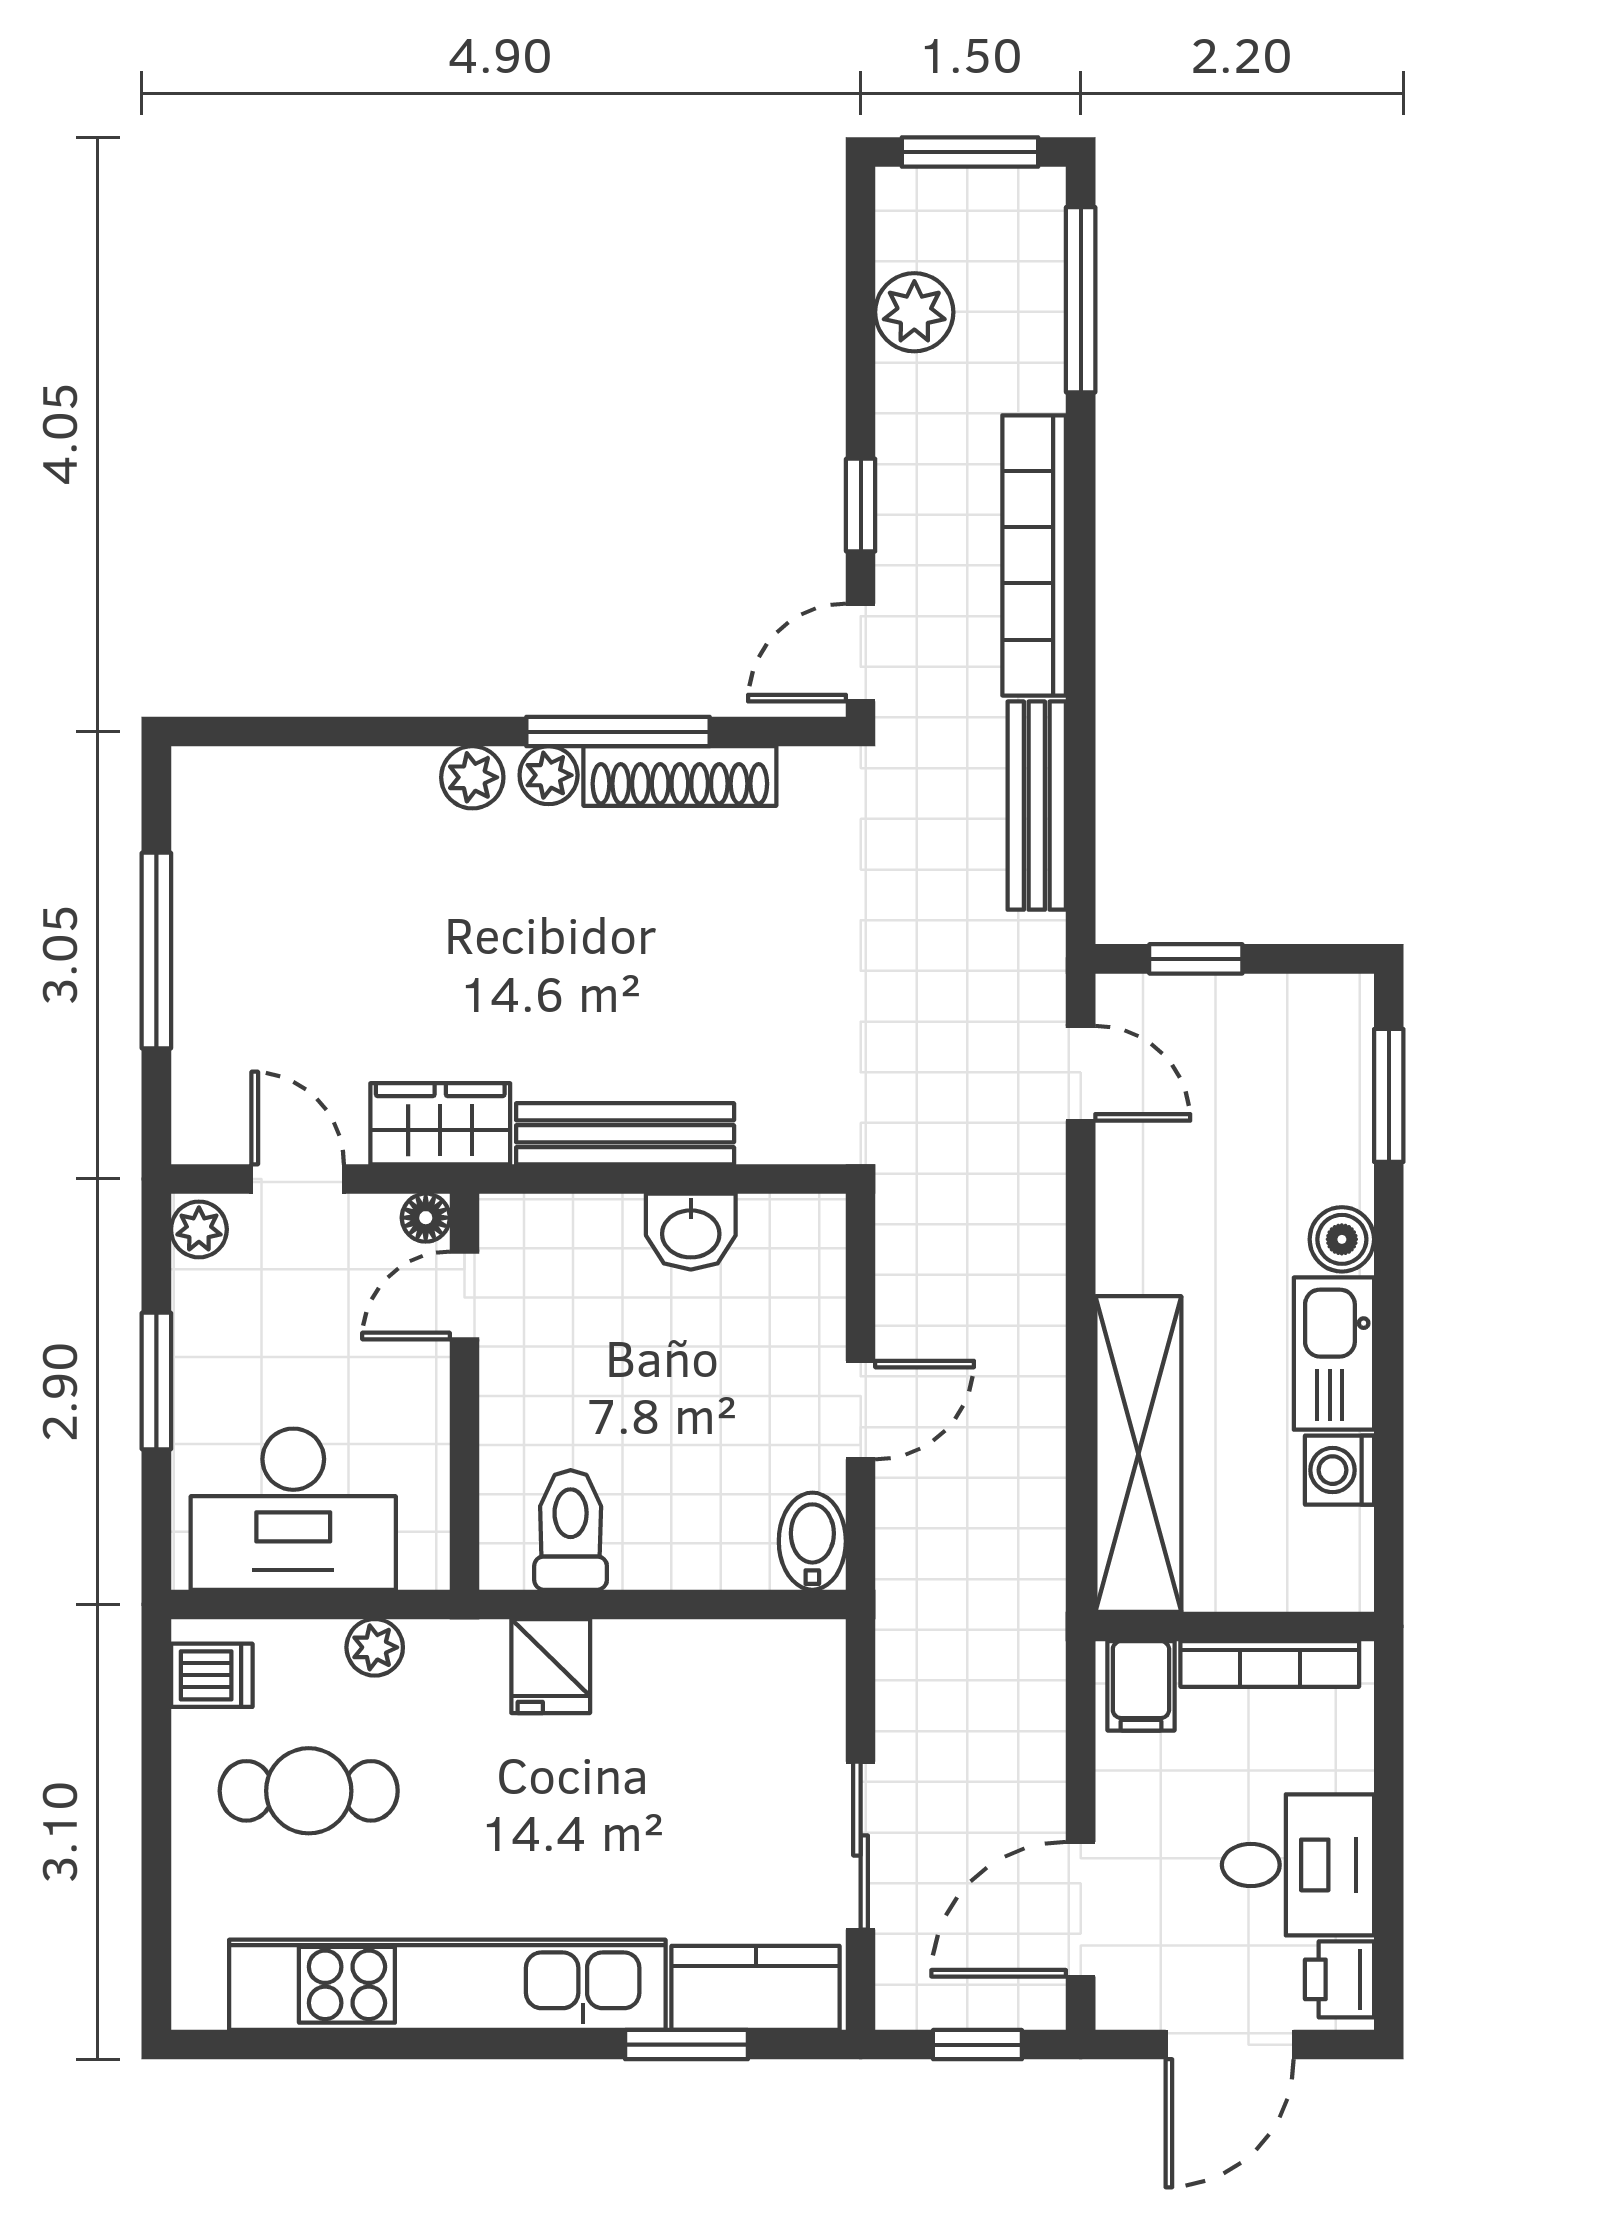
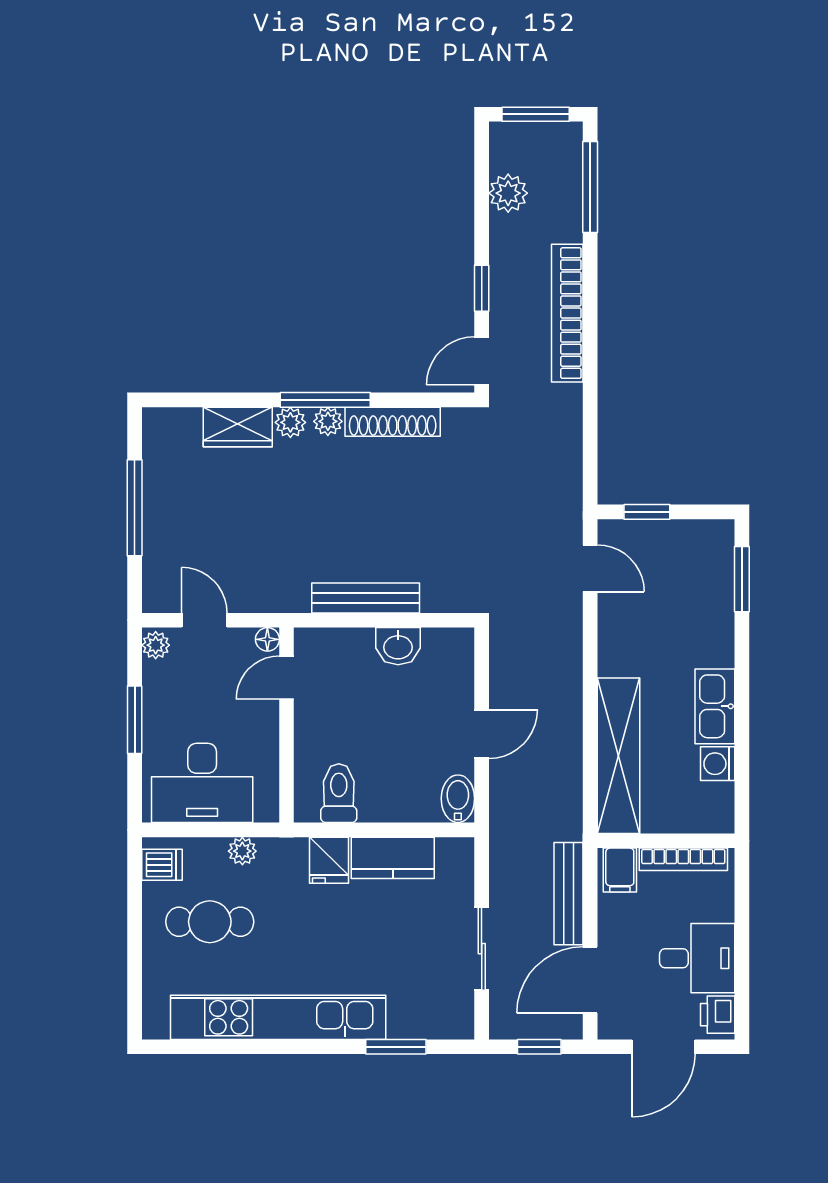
window: (618, 732) -> (325, 400), moved
bench: (1037, 806) -> (569, 894), moved
wardrobe: (440, 1124) -> (238, 427), moved, turned 180
boiler: (1342, 1239) -> (719, 650), removed
kitchen counter: (756, 1988) -> (393, 858), moved, turned 180

